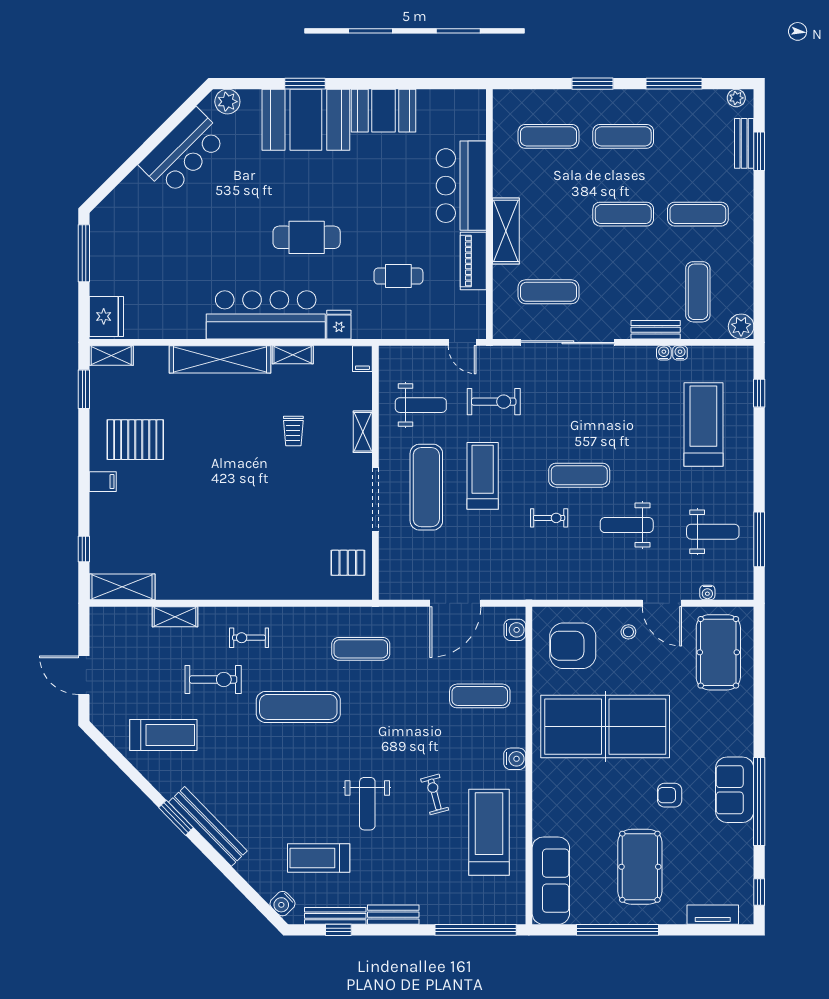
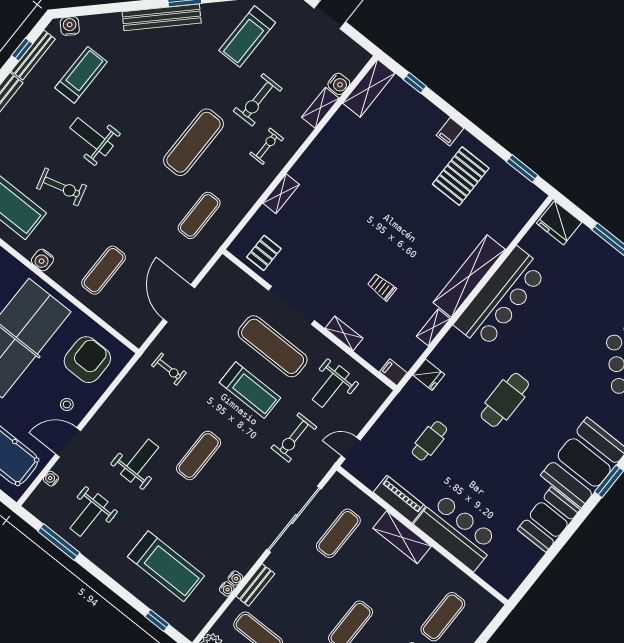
bar counter: (266, 315) -> (501, 298), moved
shelving: (111, 355) -> (281, 194), moved
exercise bike: (549, 518) -> (169, 369), moved, turned -90
water cooler: (515, 630) -> (339, 84), moved, turned -90
exercise bike: (435, 794) -> (62, 187), width x1.38, depth x1.39

